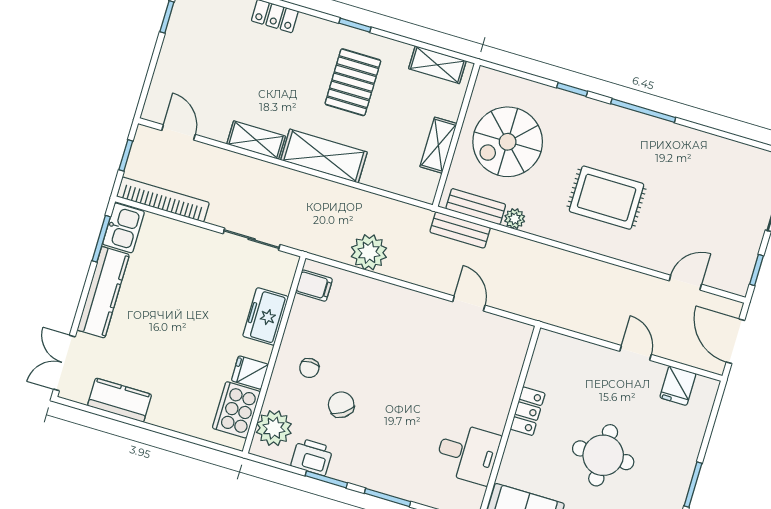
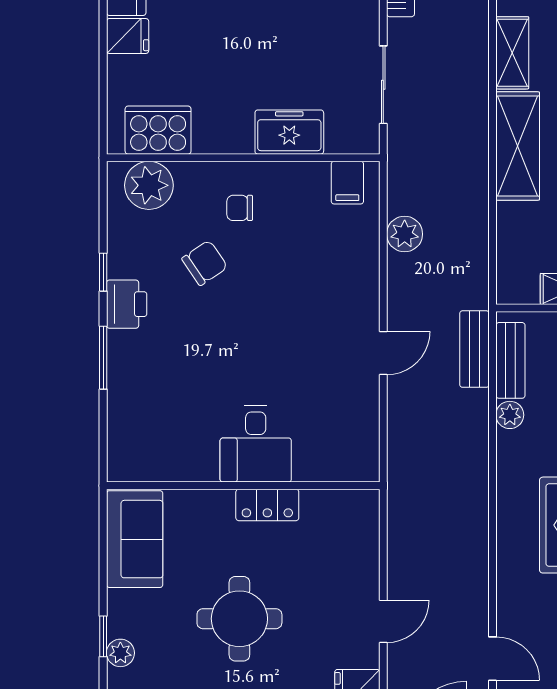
plant: (369, 252) -> (405, 234), width x0.73, depth x0.73
door: (469, 304) -> (383, 353), moved
fridge: (250, 373) -> (128, 36), moved, turned 90
desk: (468, 453) -> (256, 444), moved
printer: (312, 457) -> (127, 304), moved
window: (326, 479) -> (103, 272), width x0.67

